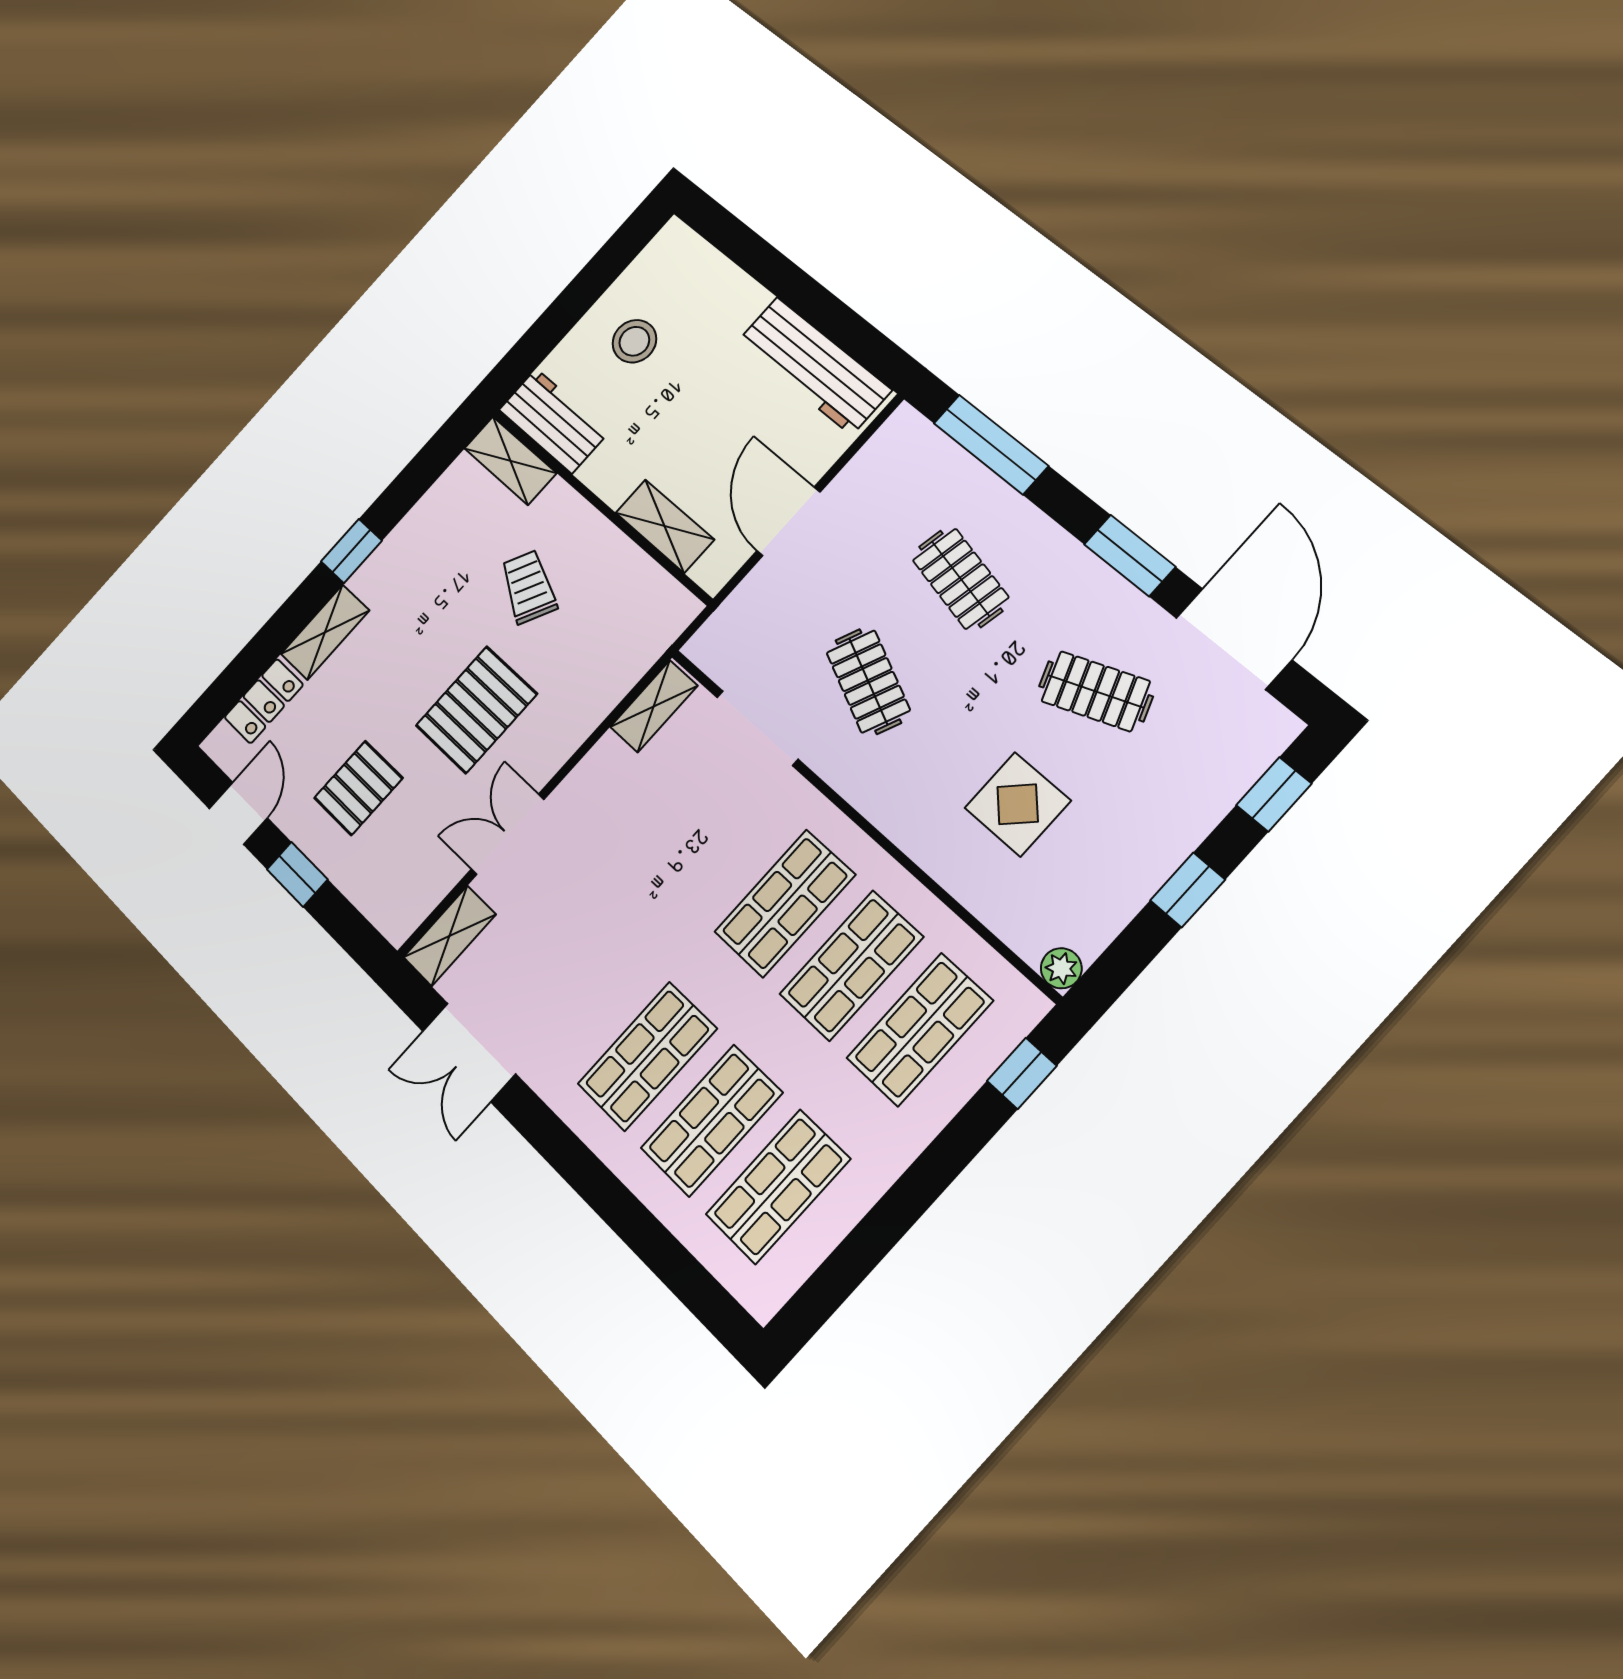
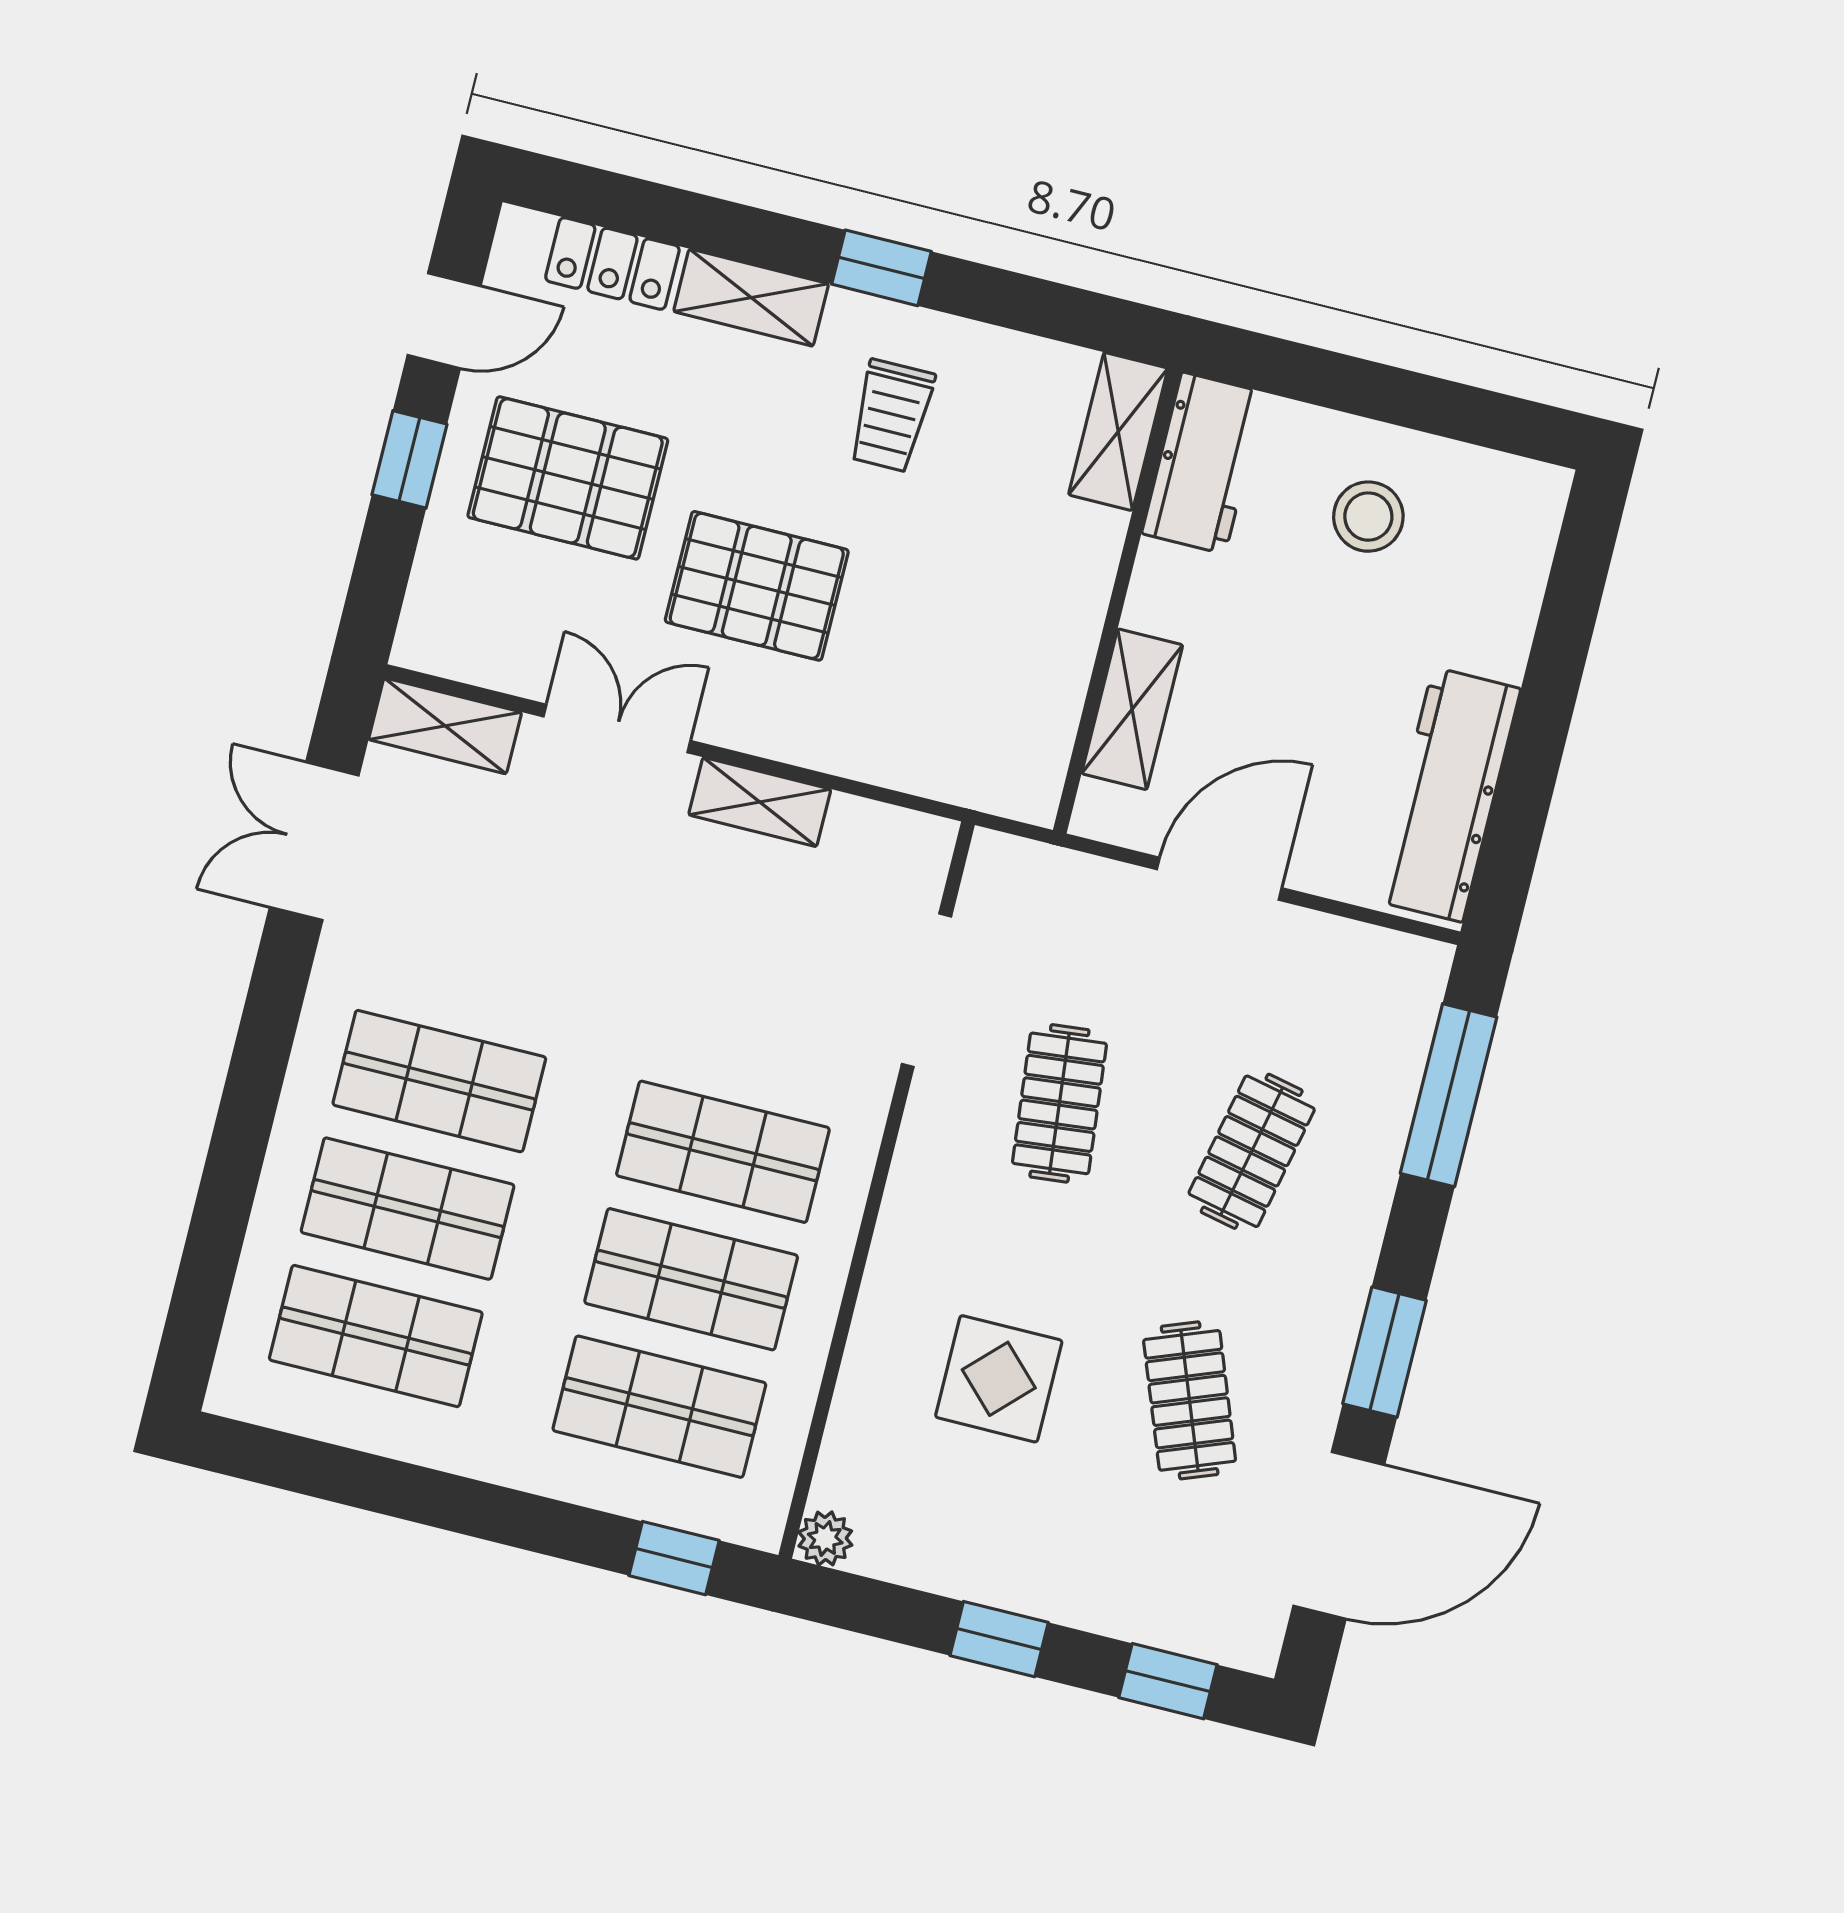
trolley: (529, 587) -> (891, 416), moved, turned 152
clothes rail: (868, 681) -> (1059, 1103), turned -30
shelving: (654, 706) -> (760, 802), moved
pallet: (358, 788) -> (568, 478), width x1.50, depth x1.42

